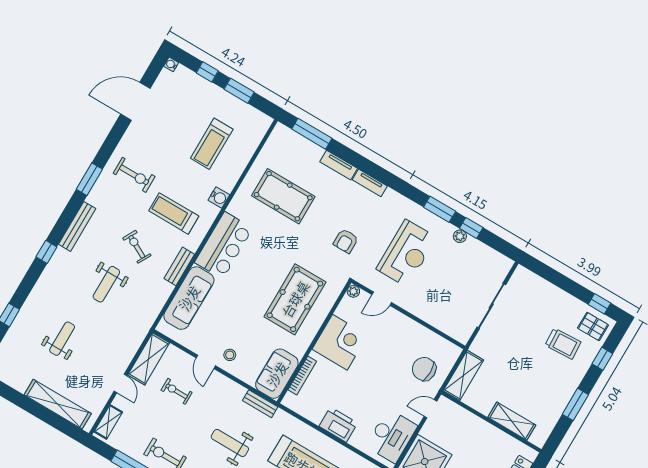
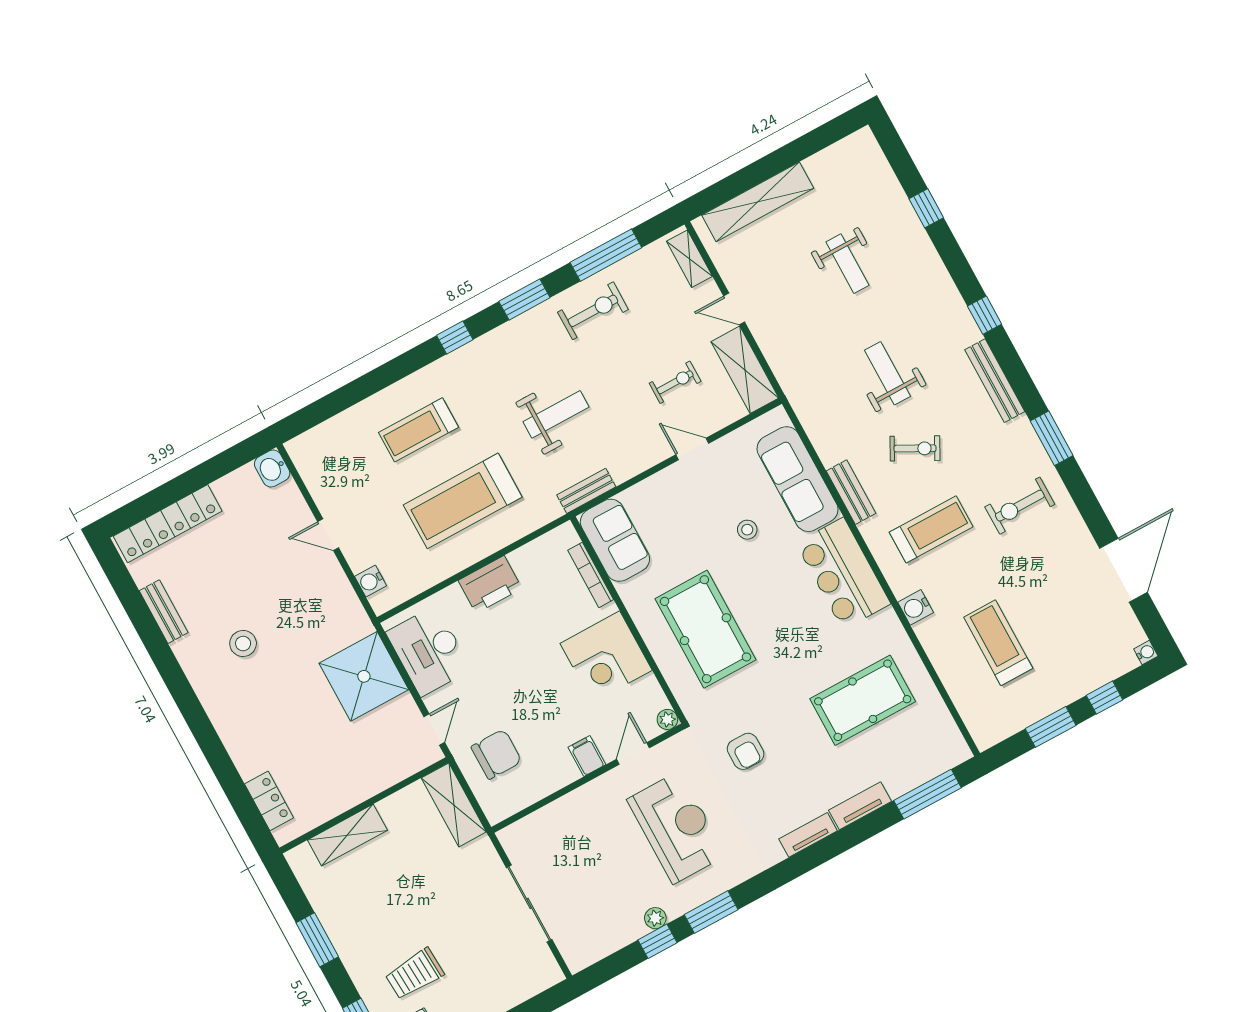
armchair: (346, 241) -> (746, 751), turned 180
reception desk: (406, 253) -> (676, 827), turned 180
filing cabinet: (397, 322) -> (587, 756), added
stool: (230, 355) -> (747, 530), moved

